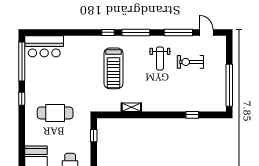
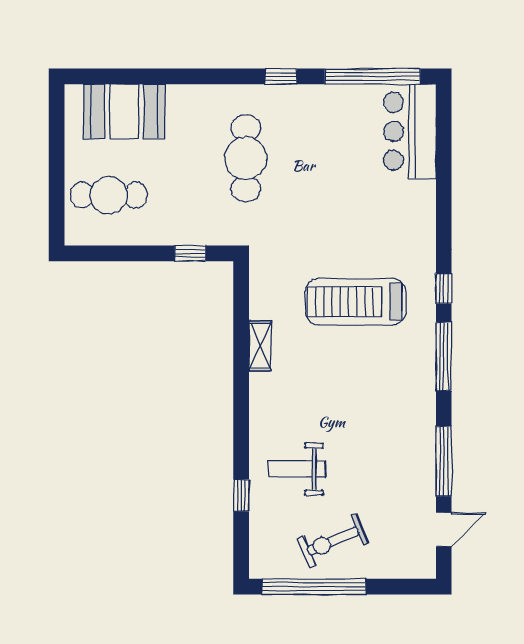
weight bench: (160, 58) -> (297, 469), moved
exercise bike: (190, 62) -> (333, 541), moved, turned -113

